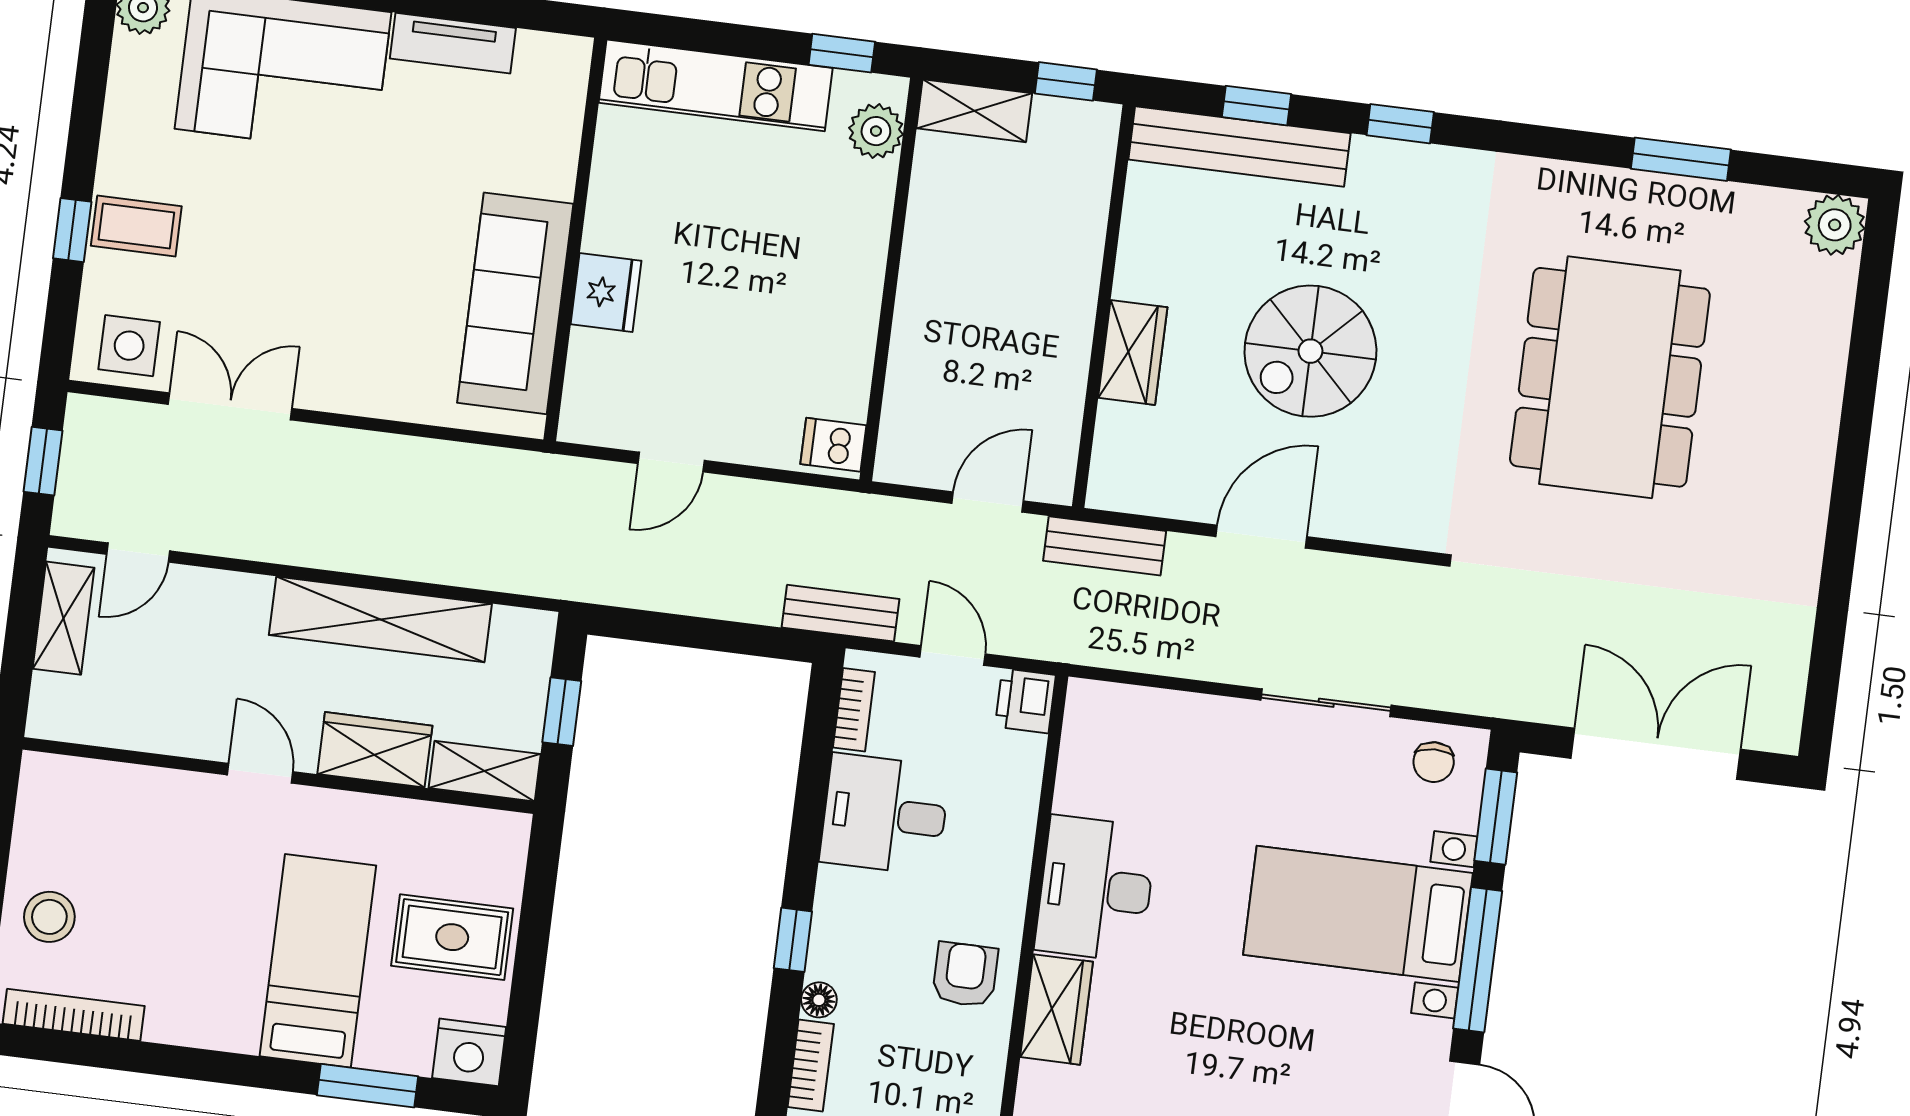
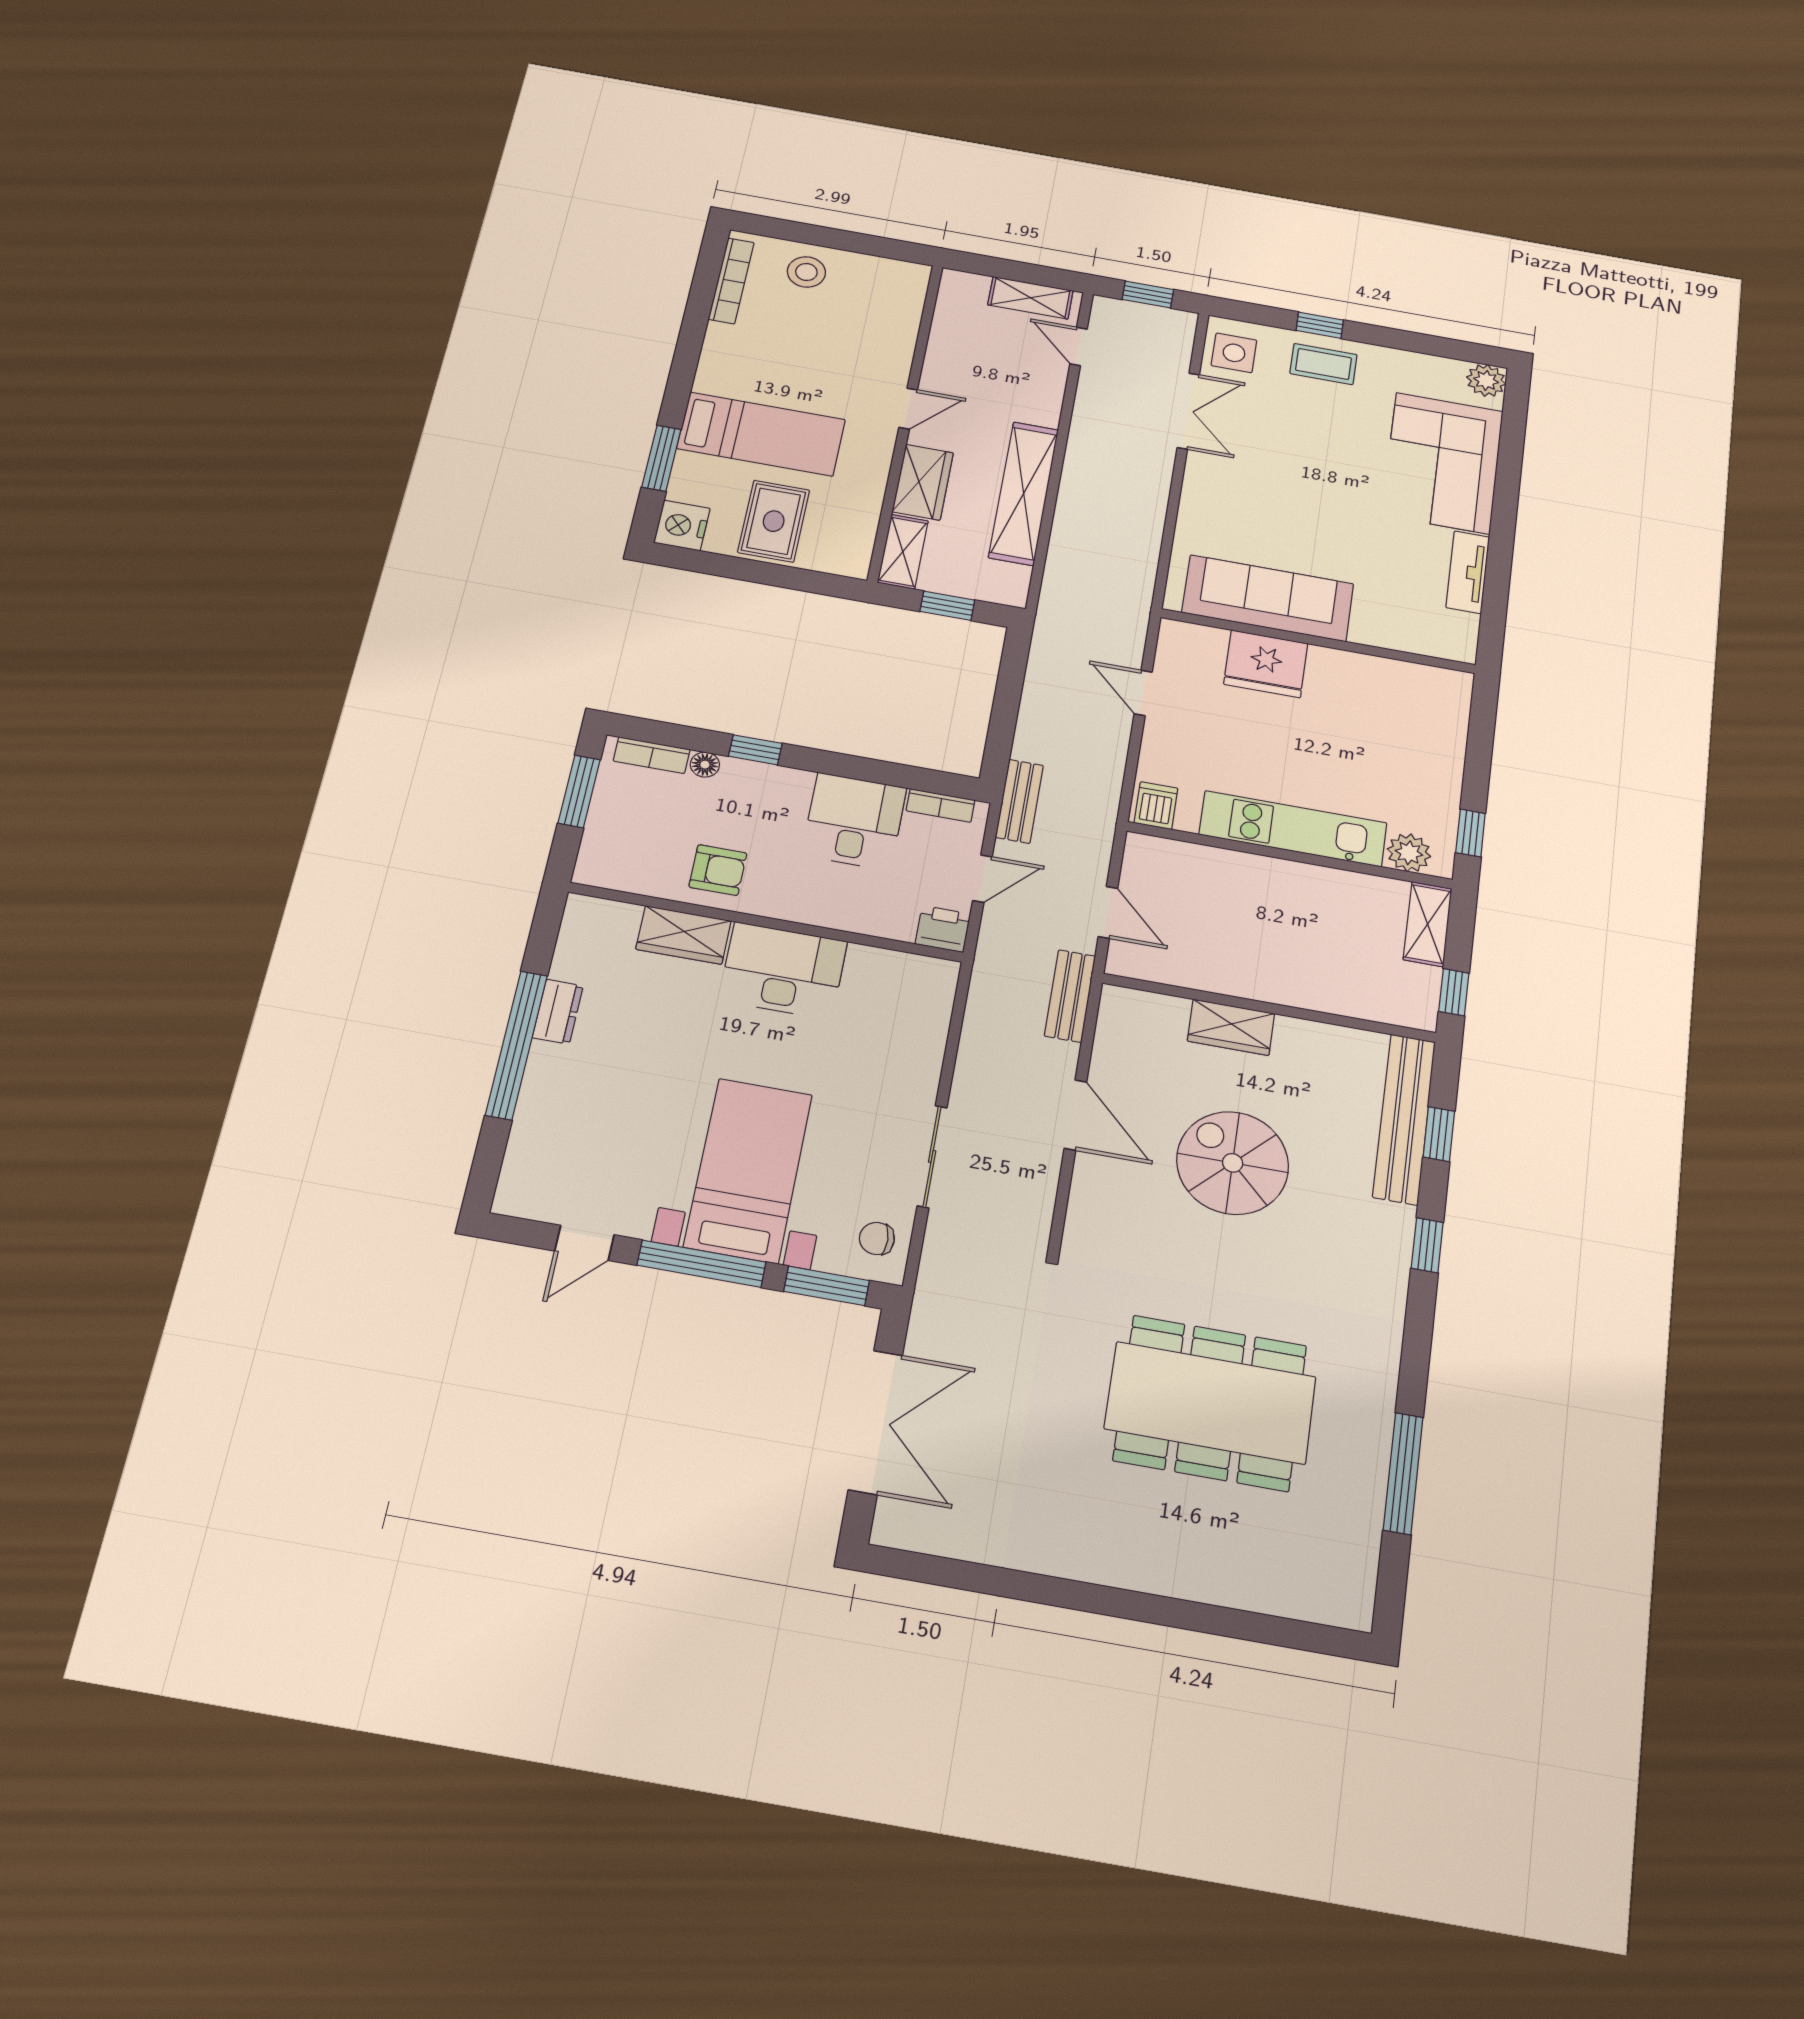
kitchen unit: (716, 85) -> (1293, 829), moved, turned 90
window: (1681, 159) -> (1403, 1473), width x1.44
plant: (1835, 225) -> (1348, 1603), removed
coffee table: (136, 226) -> (1323, 364), turned 90
fridge: (606, 293) -> (1266, 664), width x1.36, depth x1.34

